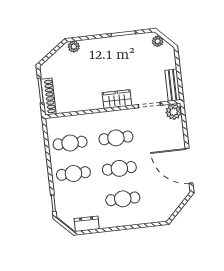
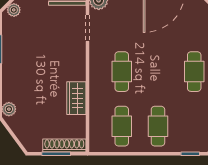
wardrobe: (117, 99) -> (76, 98), moved
cafe table: (119, 168) -> (158, 72), removed

